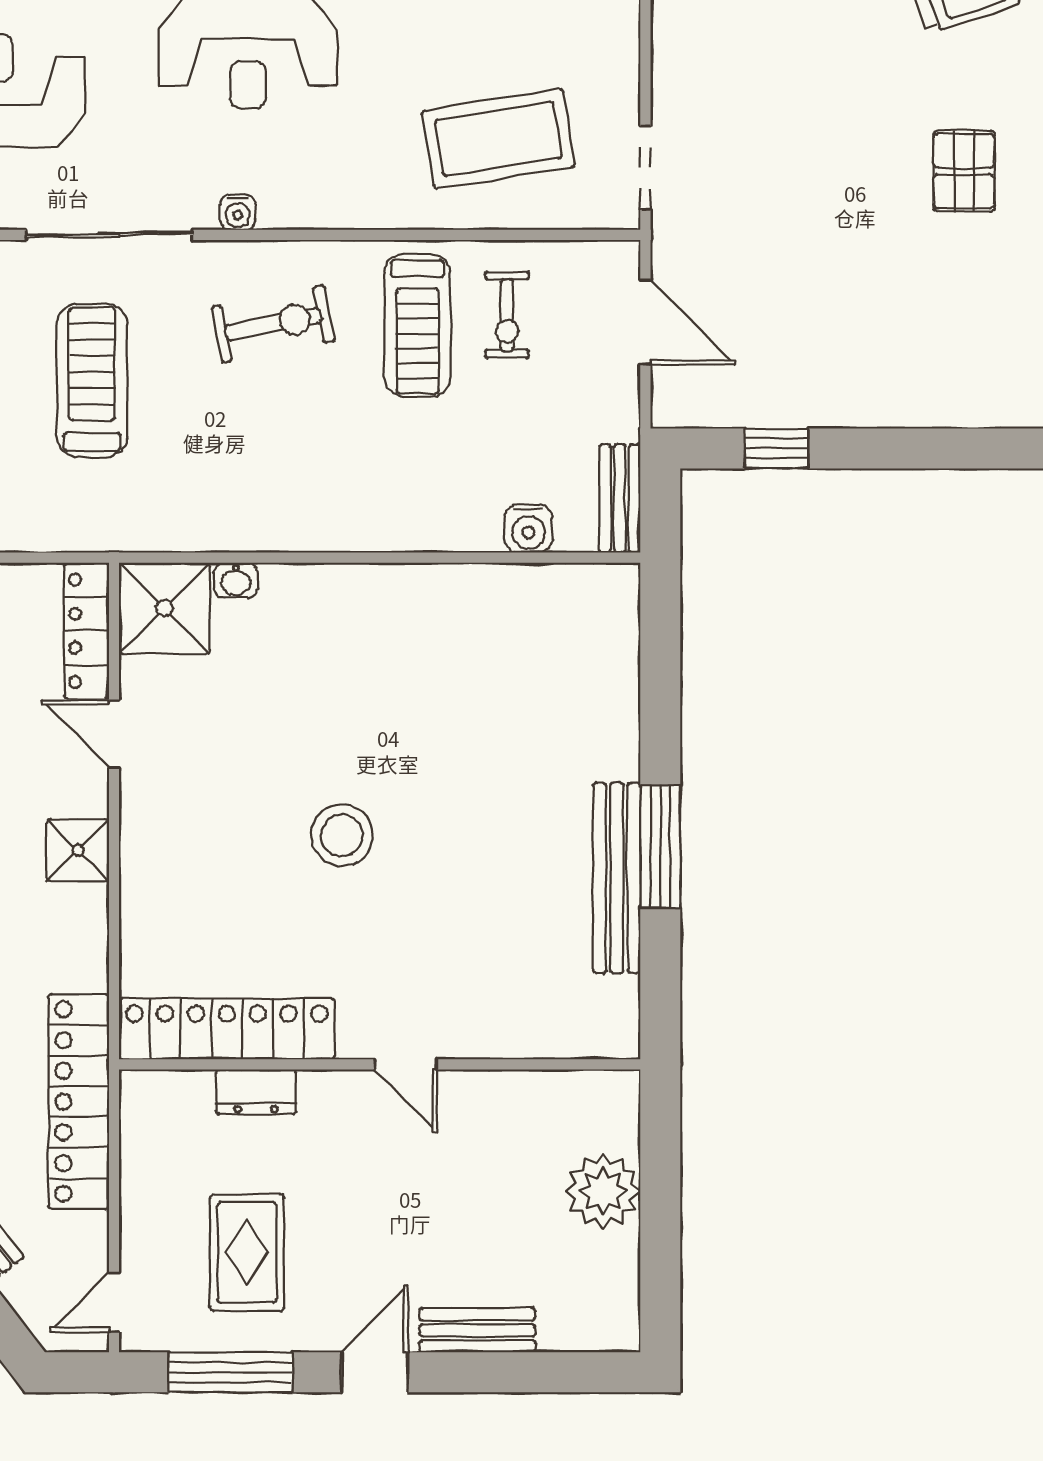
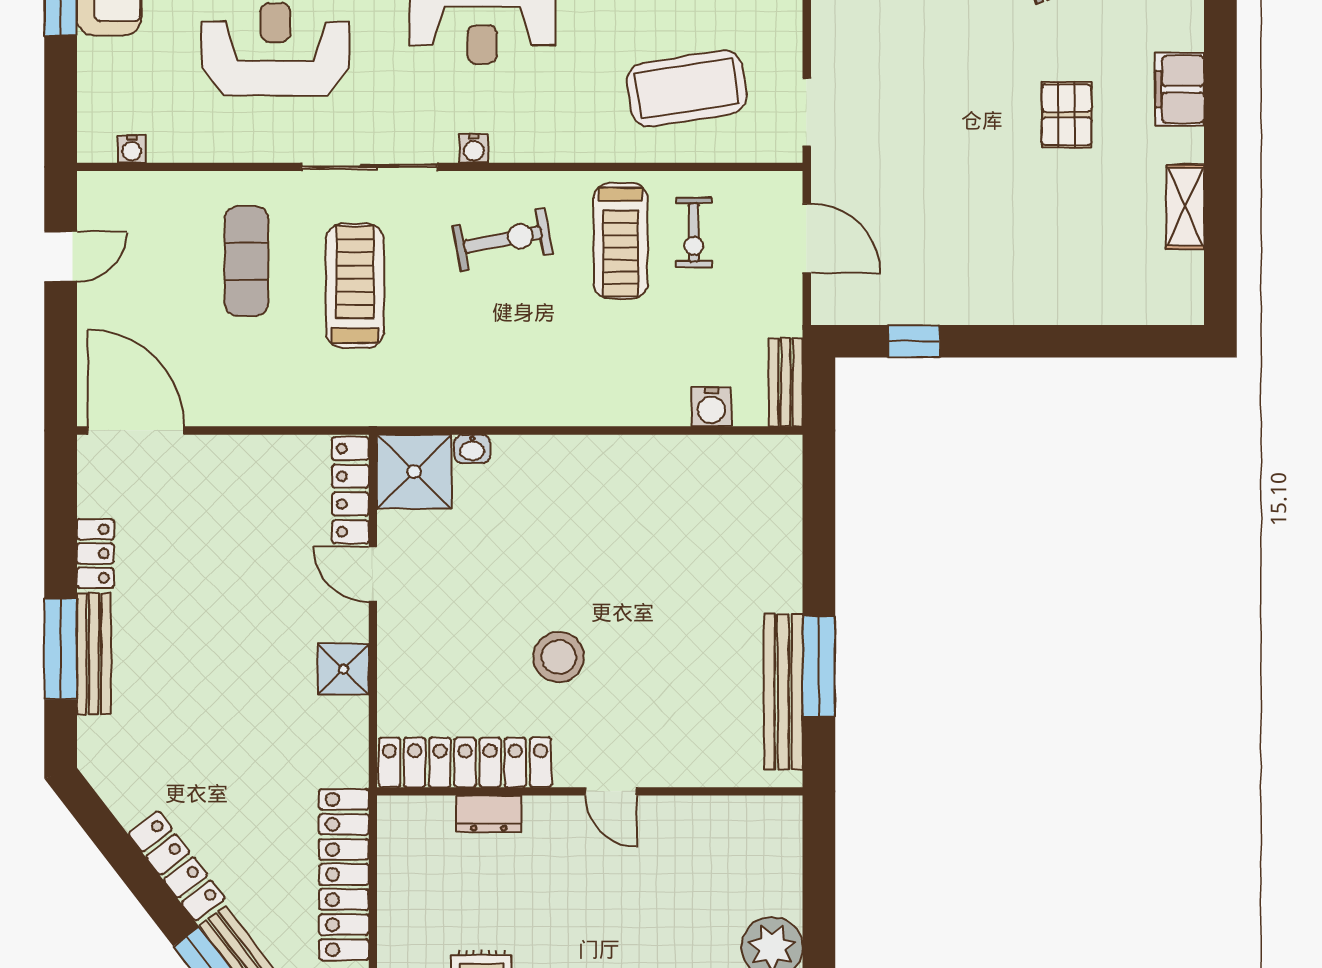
locker: (227, 1029) -> (465, 762), moved
wall: (380, 1064) -> (590, 791), moved
door: (406, 1064) -> (611, 791), moved
dresser: (256, 1092) -> (489, 814), moved

